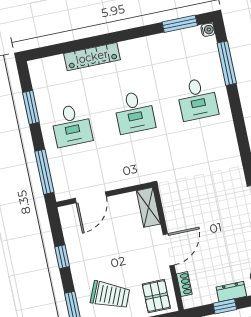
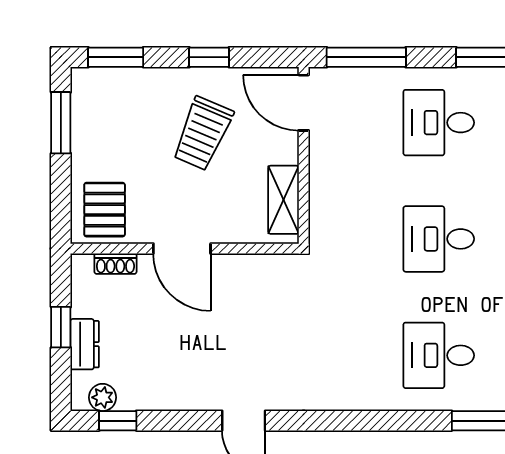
door: (91, 197) -> (304, 103), moved
shelving: (148, 207) -> (283, 200), moved, turned 90
trolley: (110, 295) -> (203, 133), moved
pallet: (156, 296) -> (105, 210), turned 90

